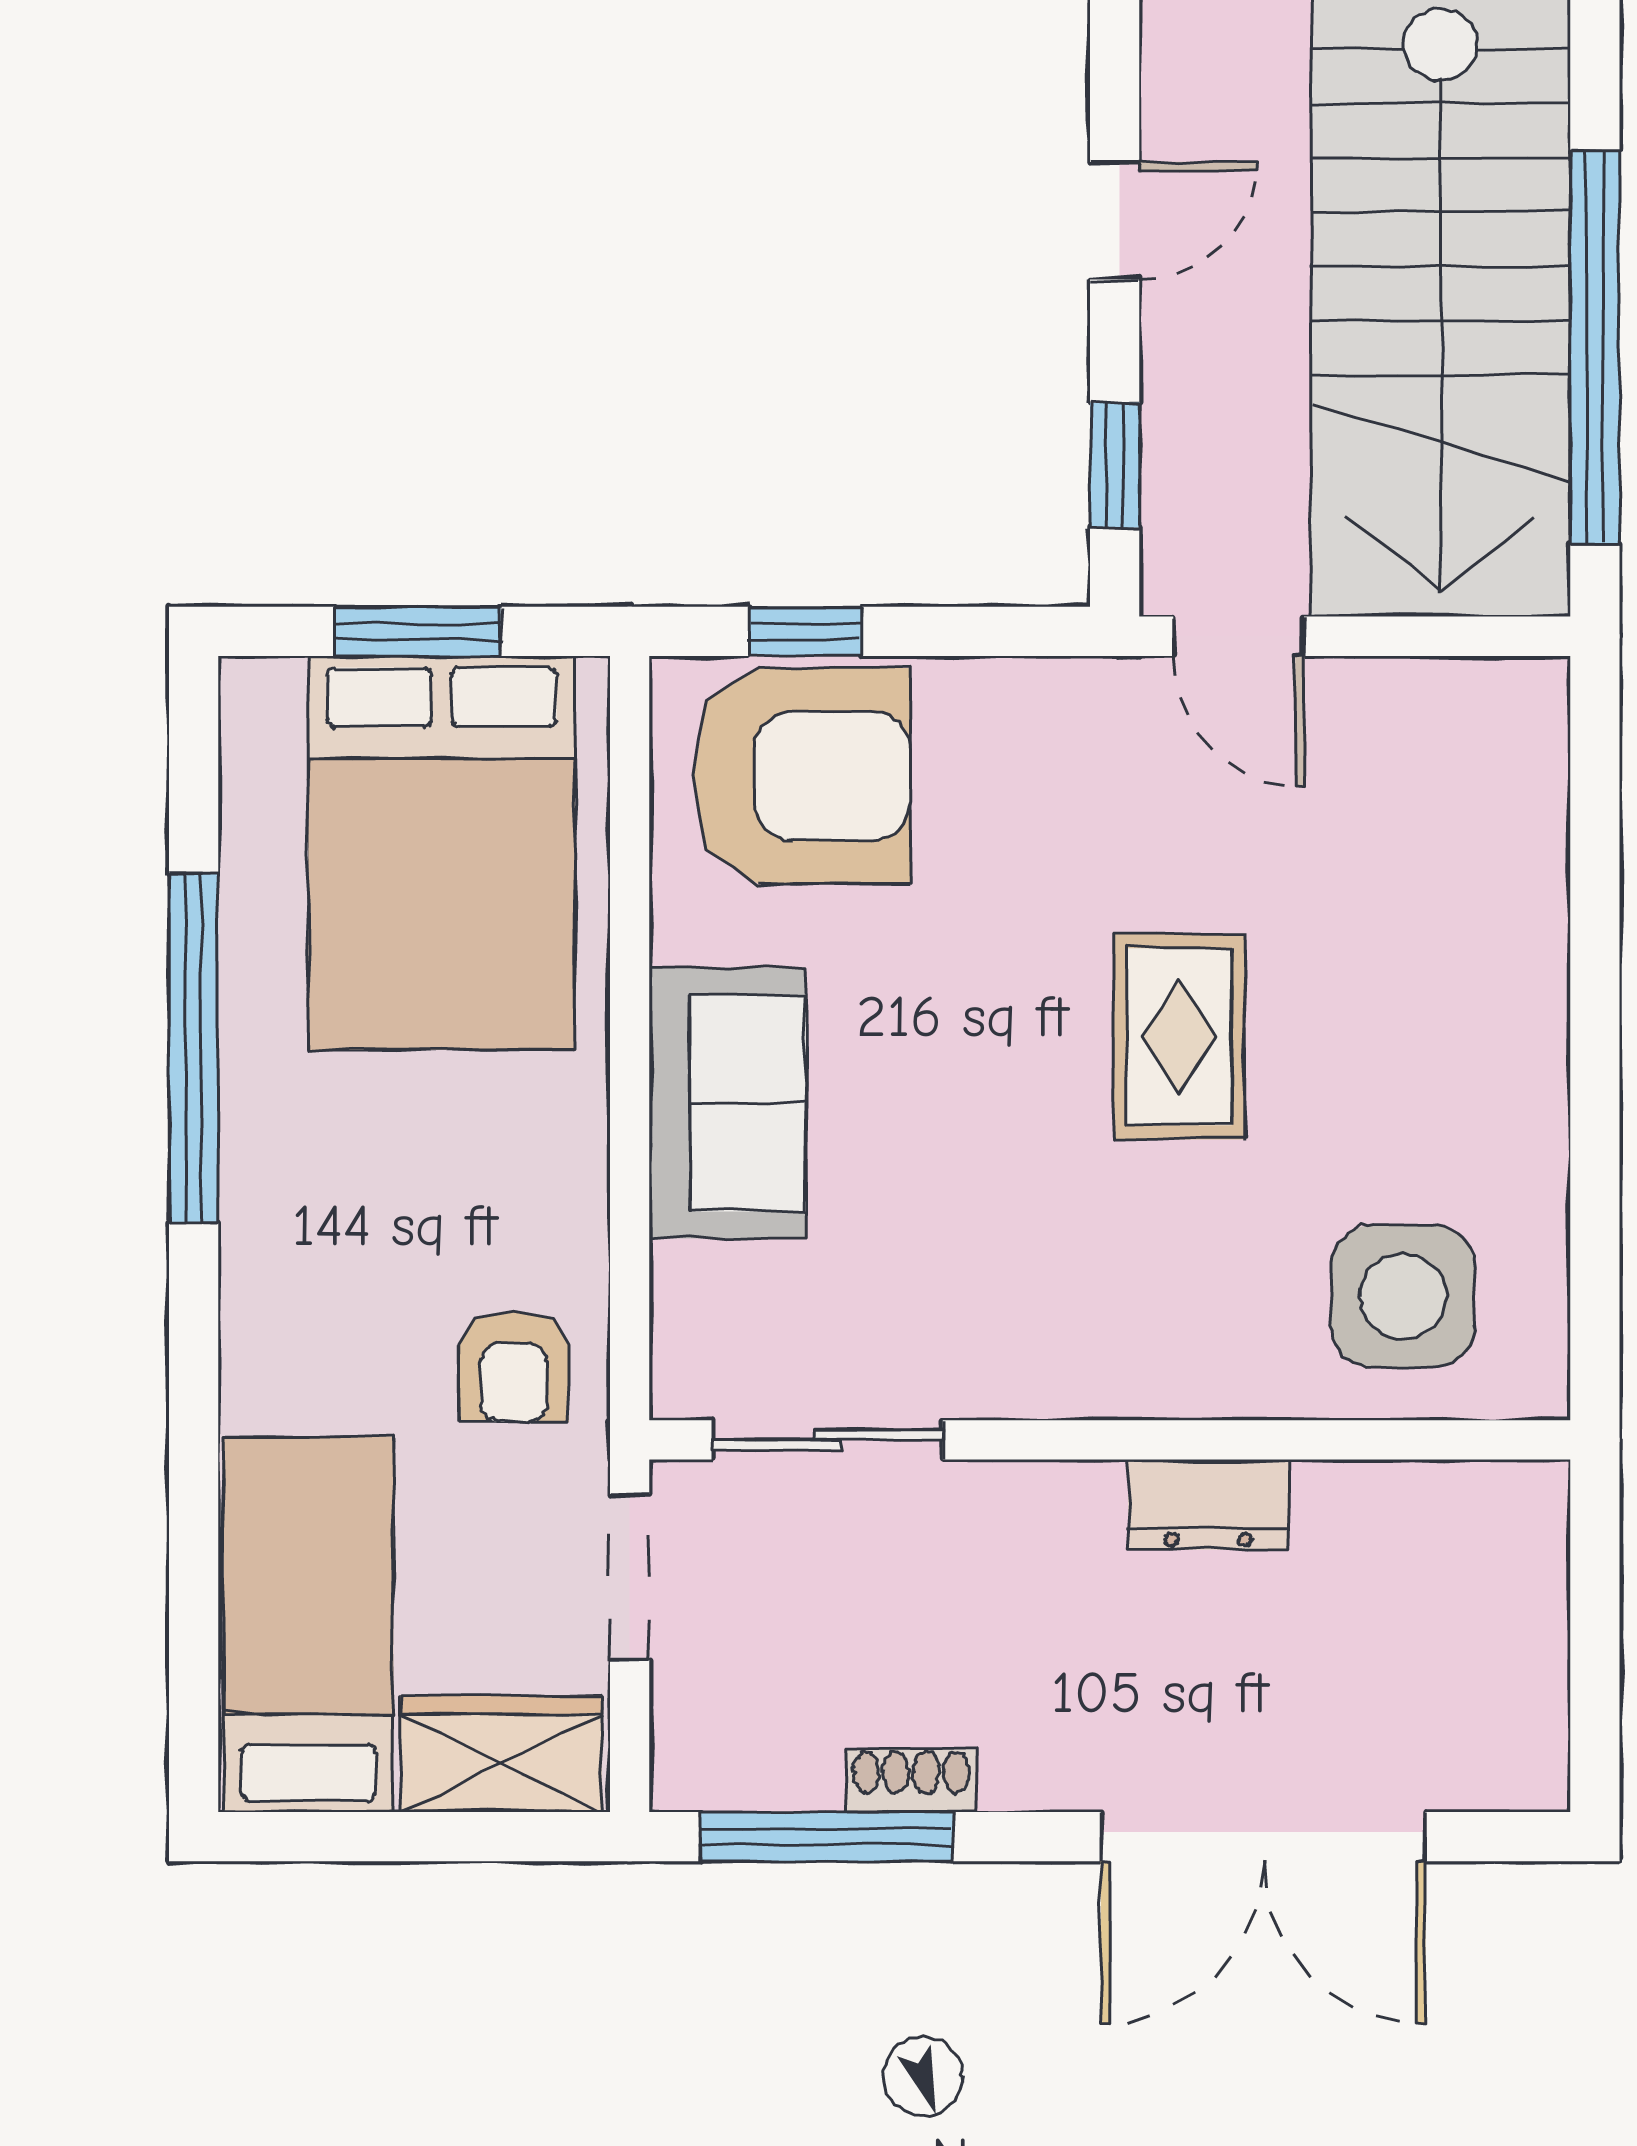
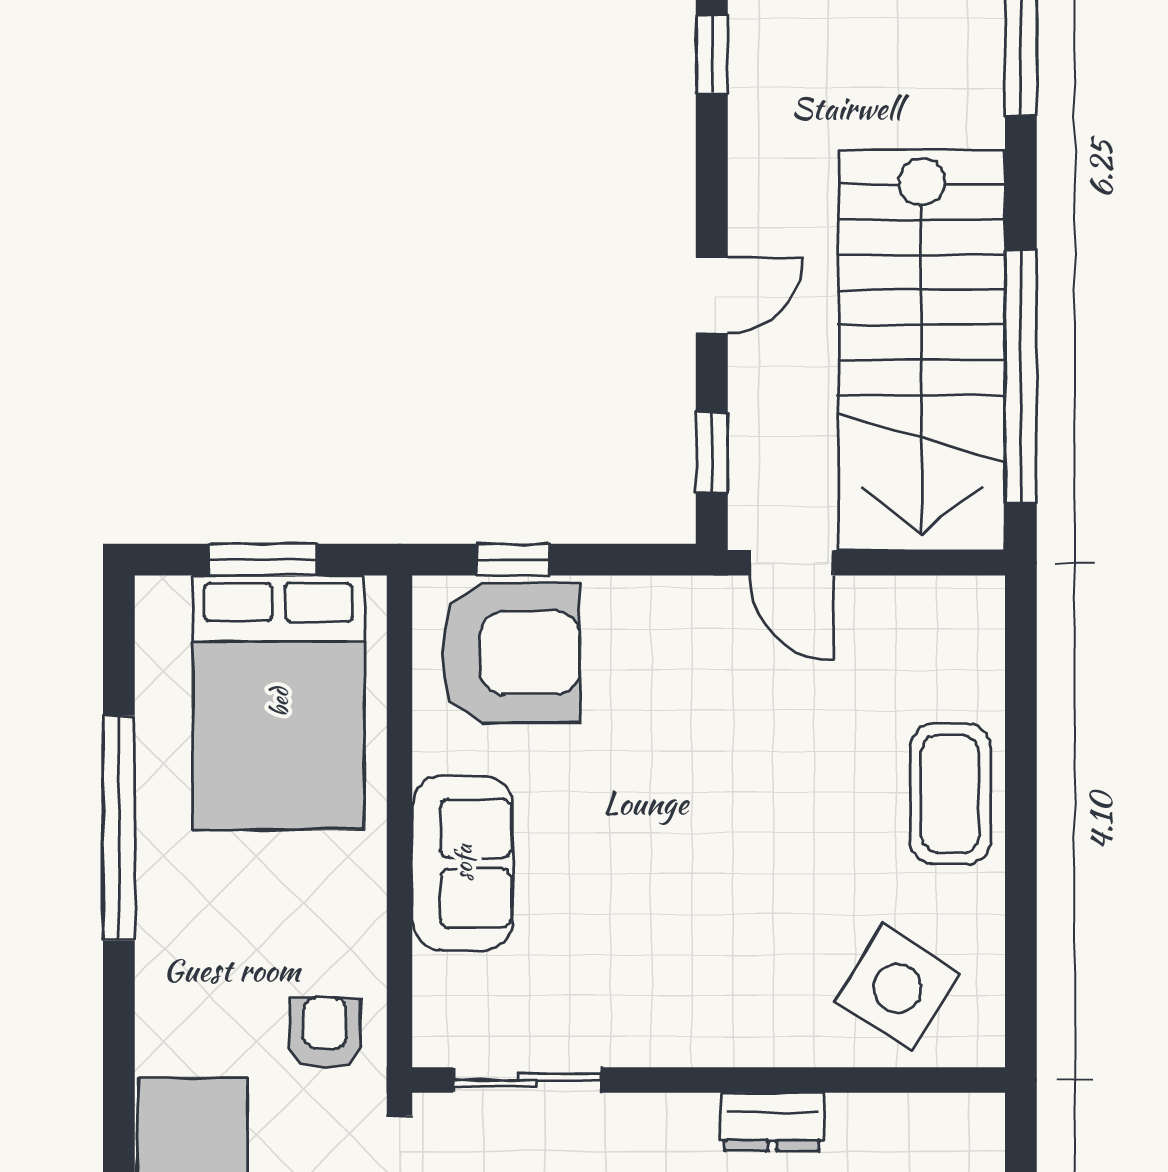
coffee table: (1485, 995) -> (950, 794), added
rug: (1179, 1037) -> (753, 821), removed
side table: (1403, 1296) -> (897, 988), turned 32
armchair: (514, 1367) -> (325, 1033), turned 180

